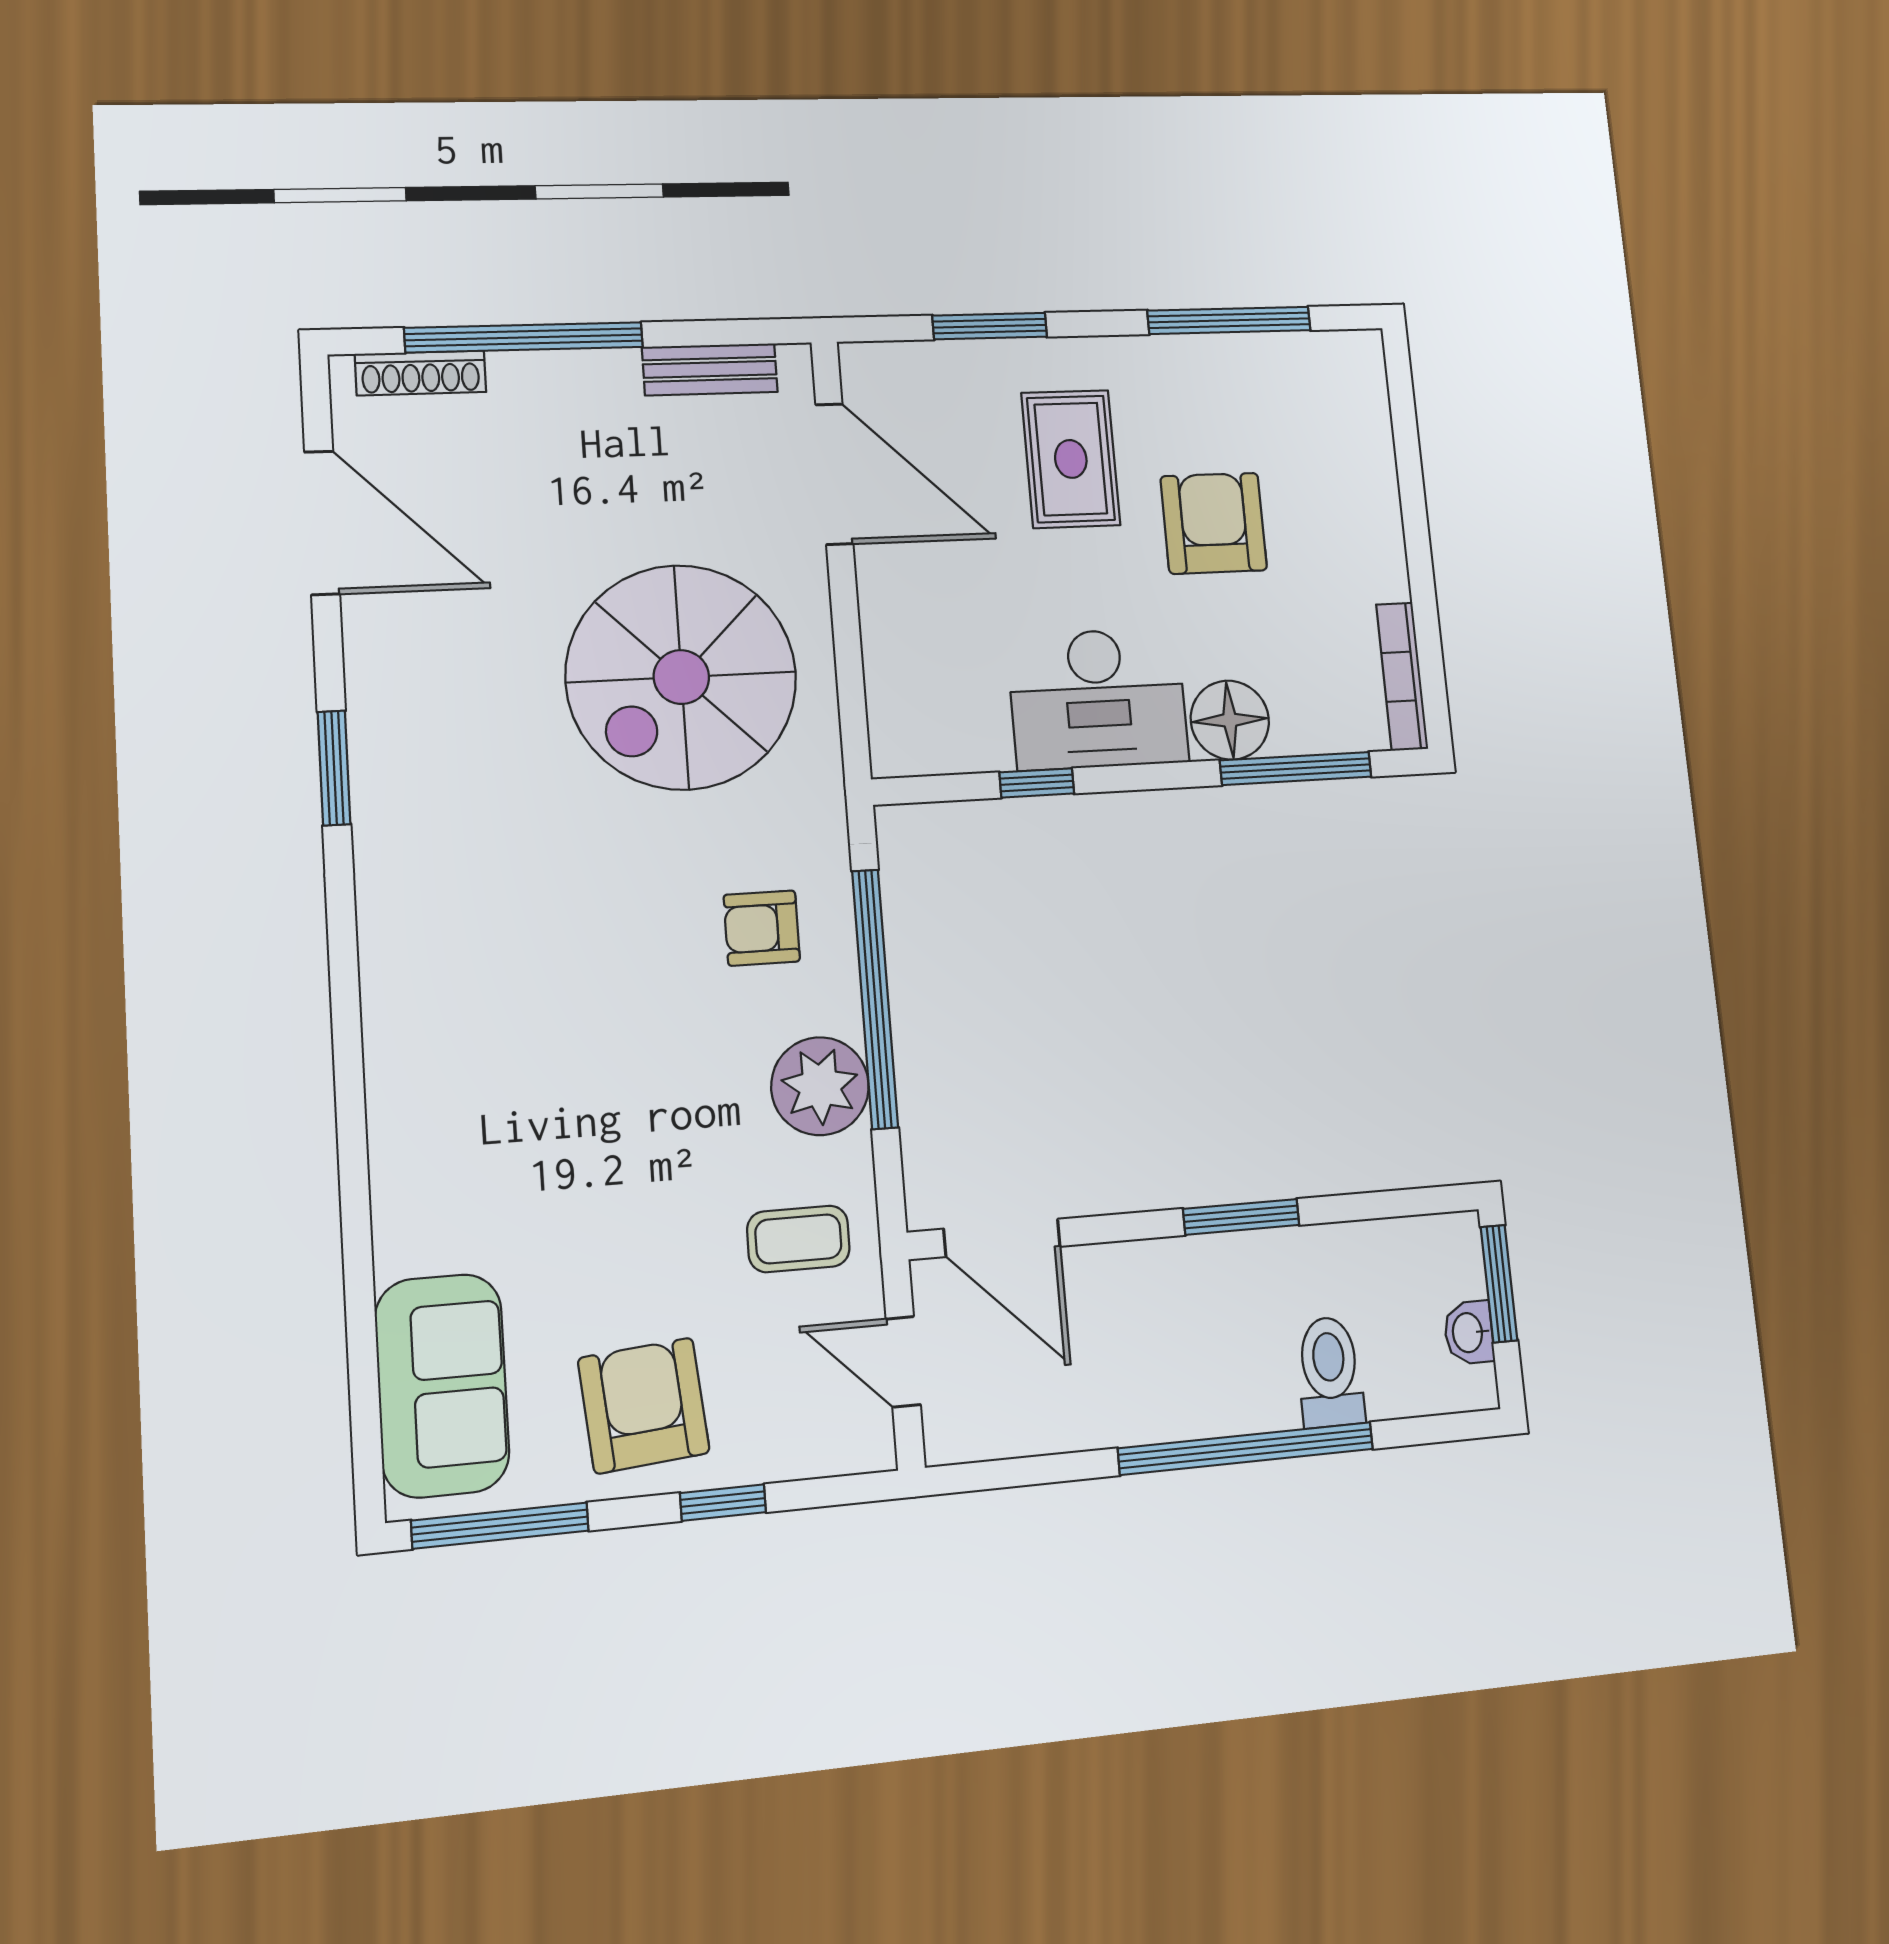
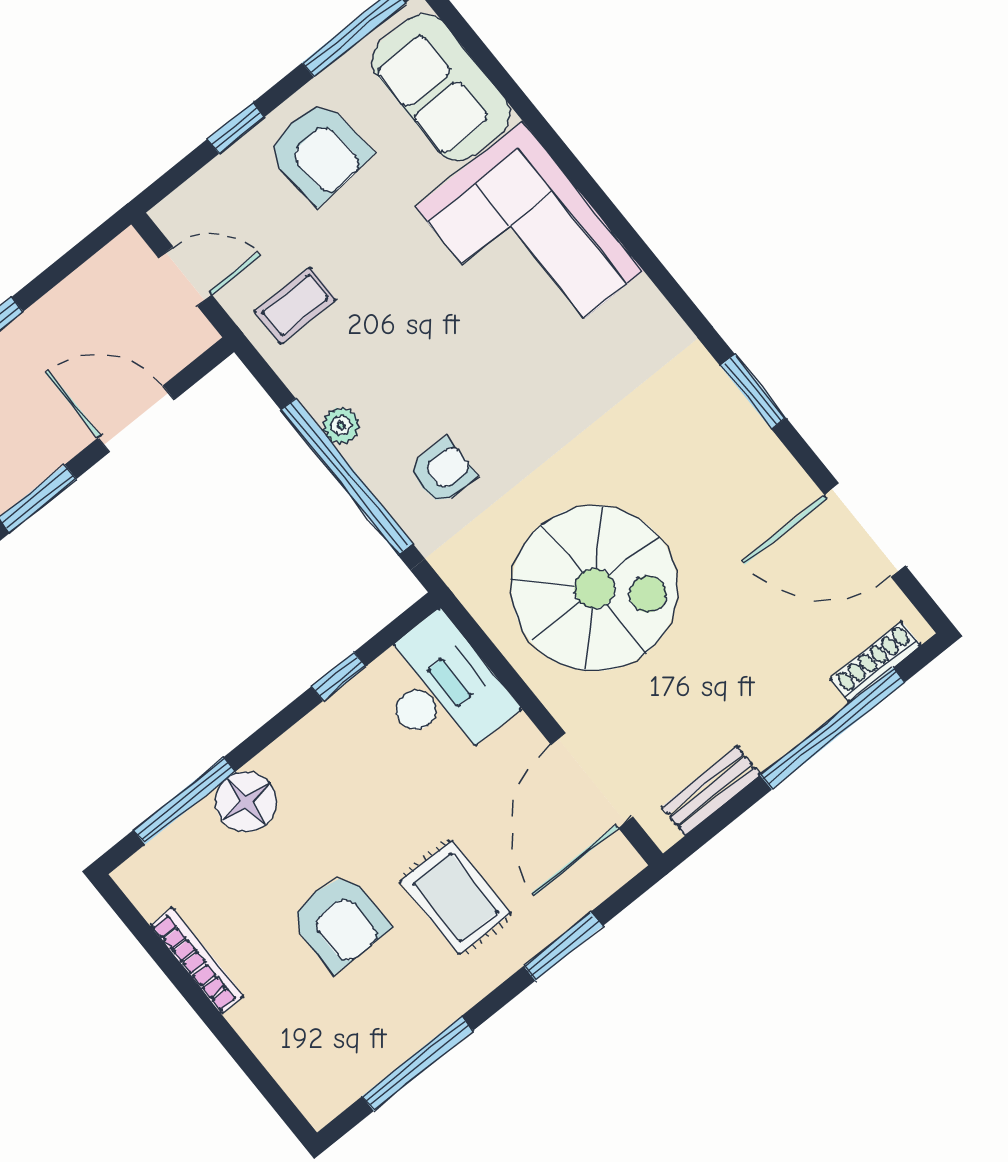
door: (834, 474) -> (592, 780), hinge flipped
spiral stairs: (681, 677) -> (594, 588), turned 90
bookcase: (1402, 677) -> (197, 961), moved
desk: (1098, 699) -> (441, 690), moved, turned 90
plant: (820, 1086) -> (341, 425), width x0.53, depth x0.53
corner sofa: (467, 1128) -> (529, 239), added
door: (1002, 1238) -> (136, 419), moved

